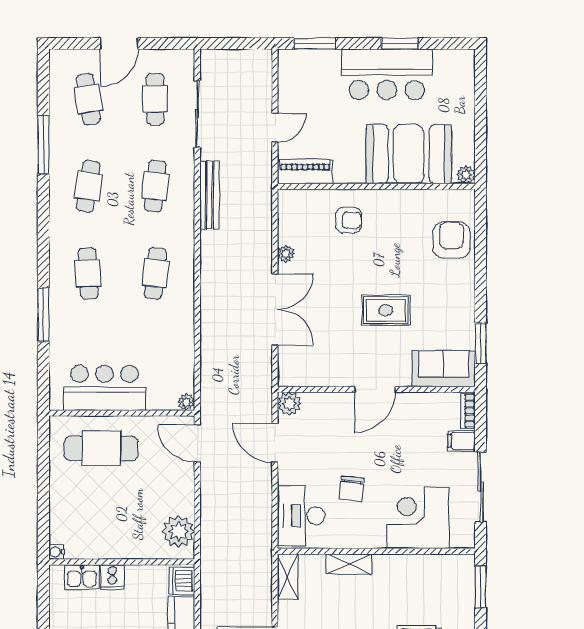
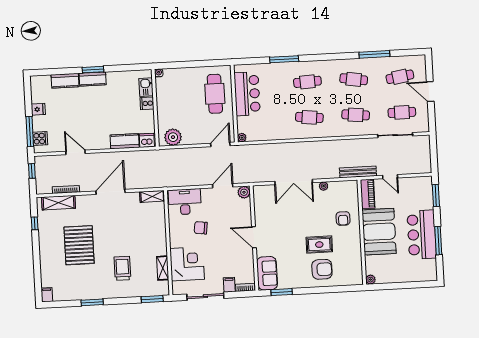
window: (400, 44) -> (438, 241), width x1.44
booth: (409, 154) -> (379, 232), moved
bench: (209, 195) -> (358, 172), moved
armchair: (451, 240) -> (322, 269), moved
rug: (386, 310) -> (319, 245), moved, turned 90
shelving: (349, 564) -> (163, 268), moved

